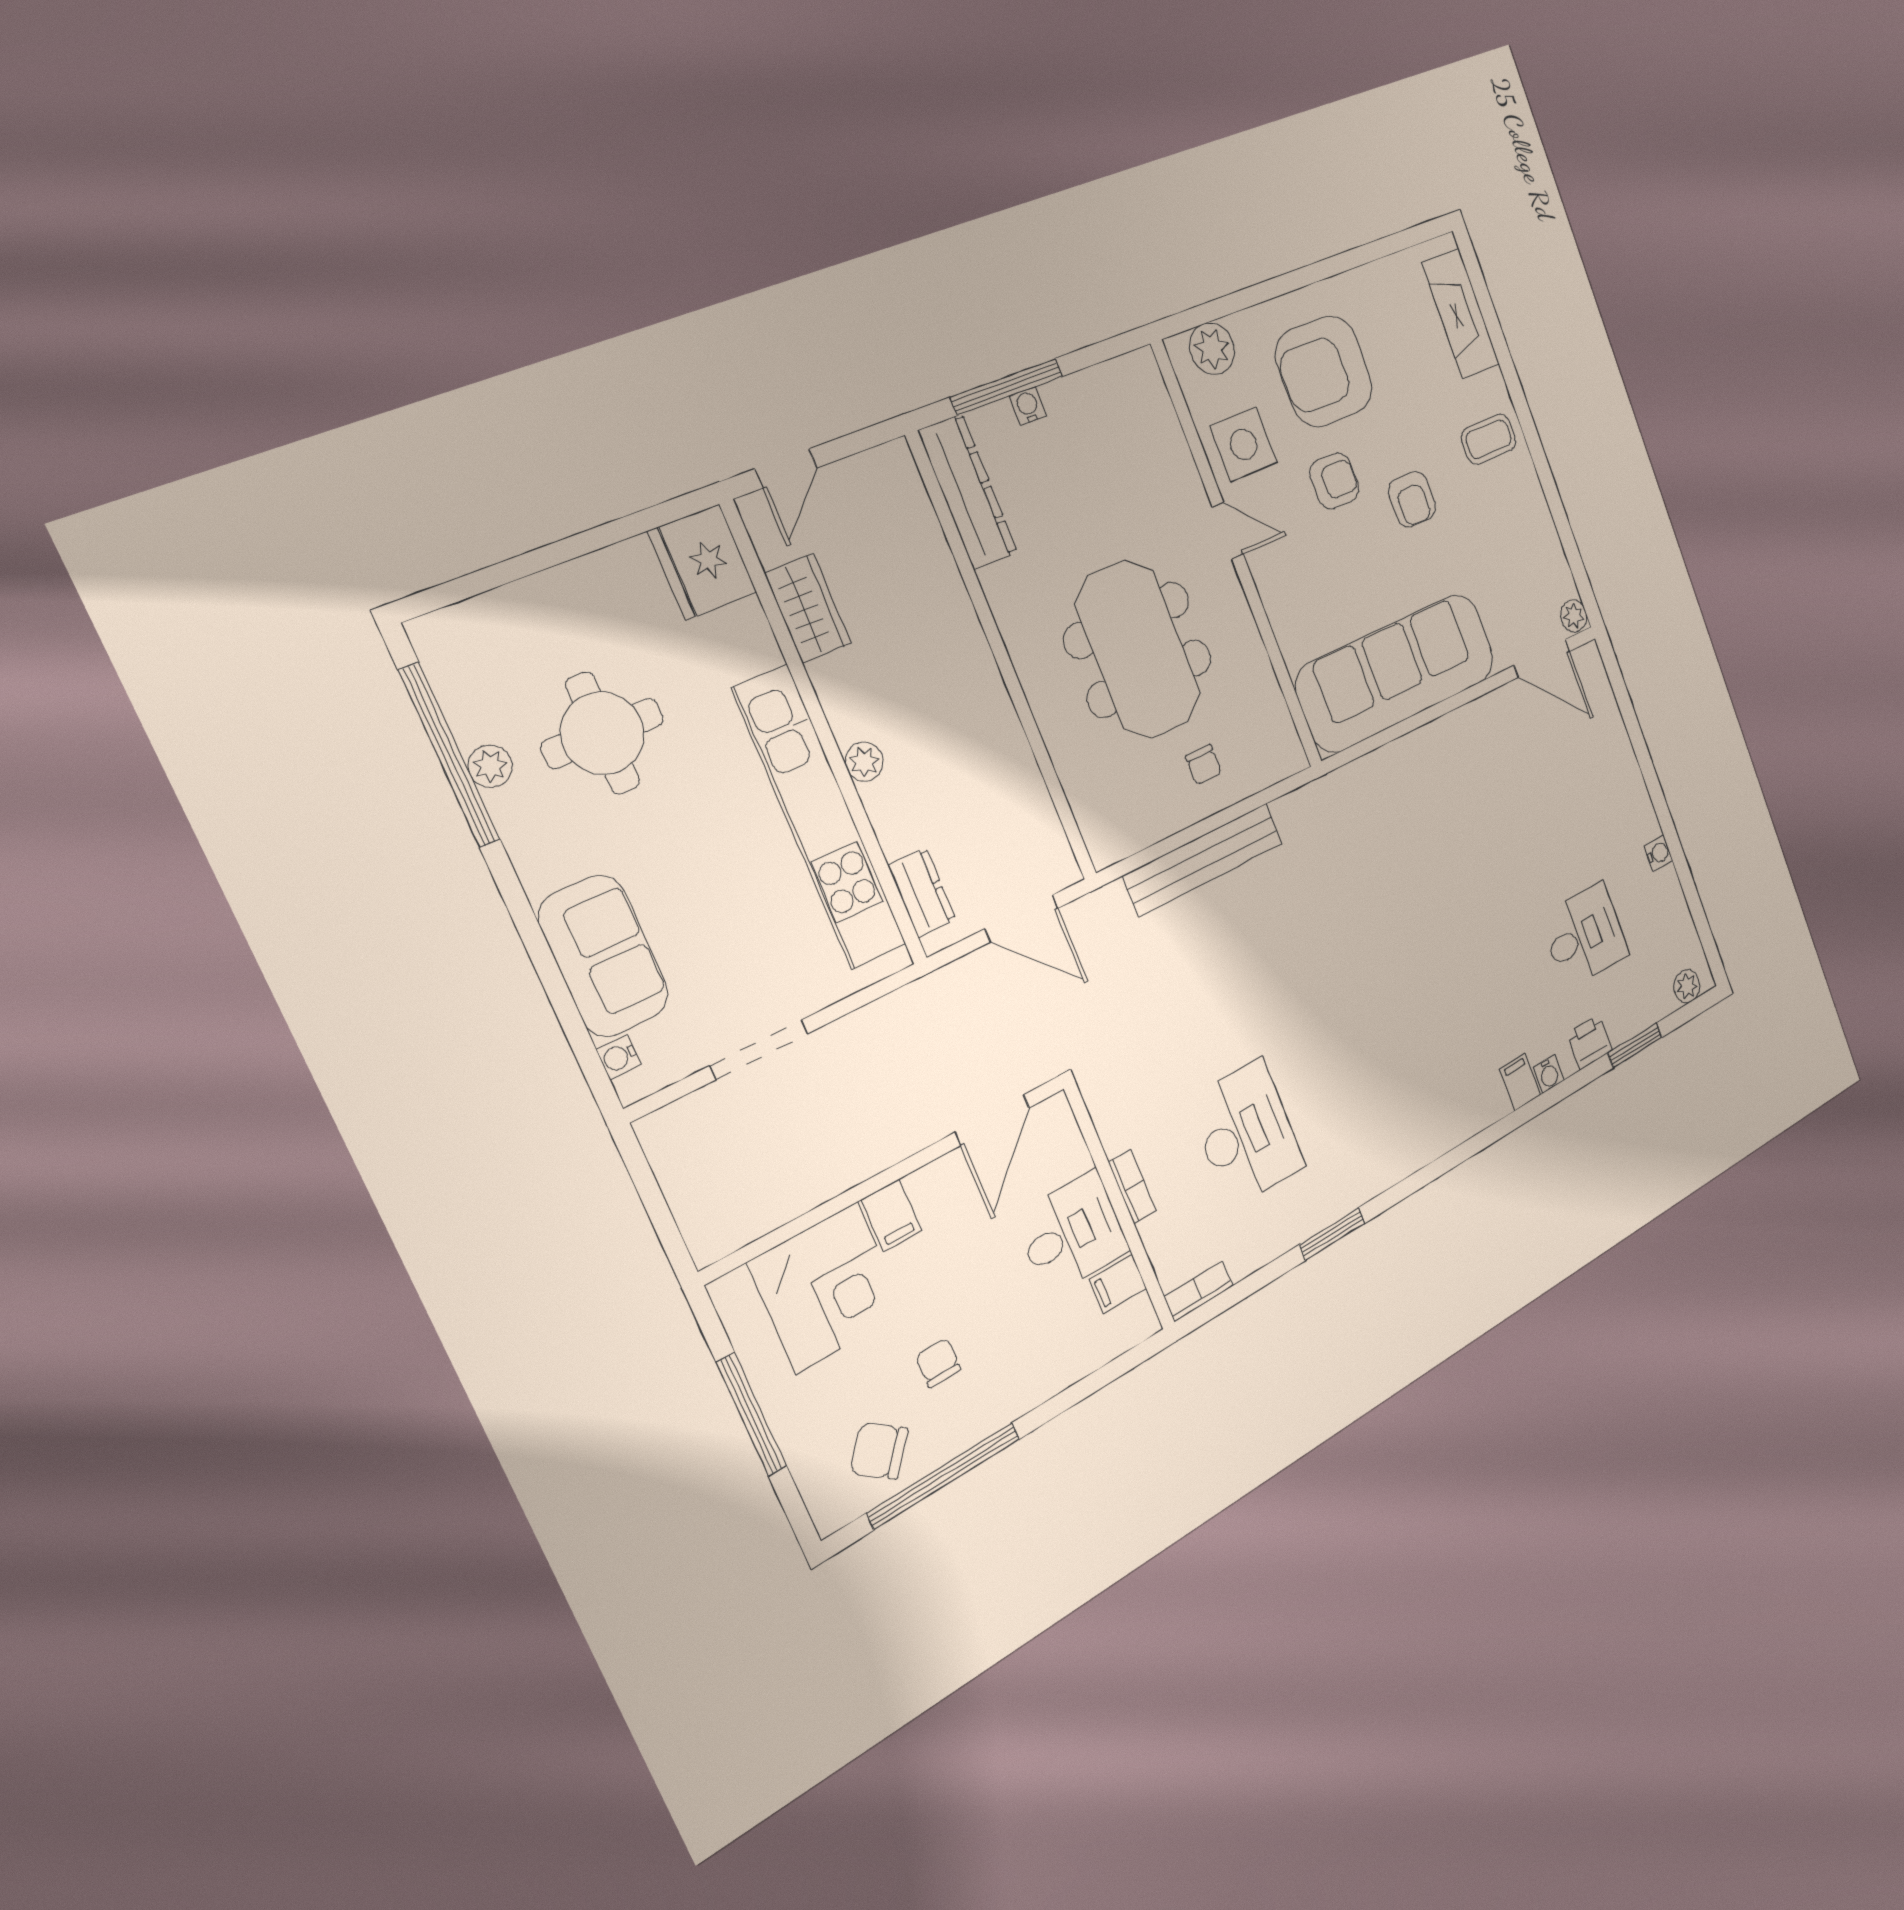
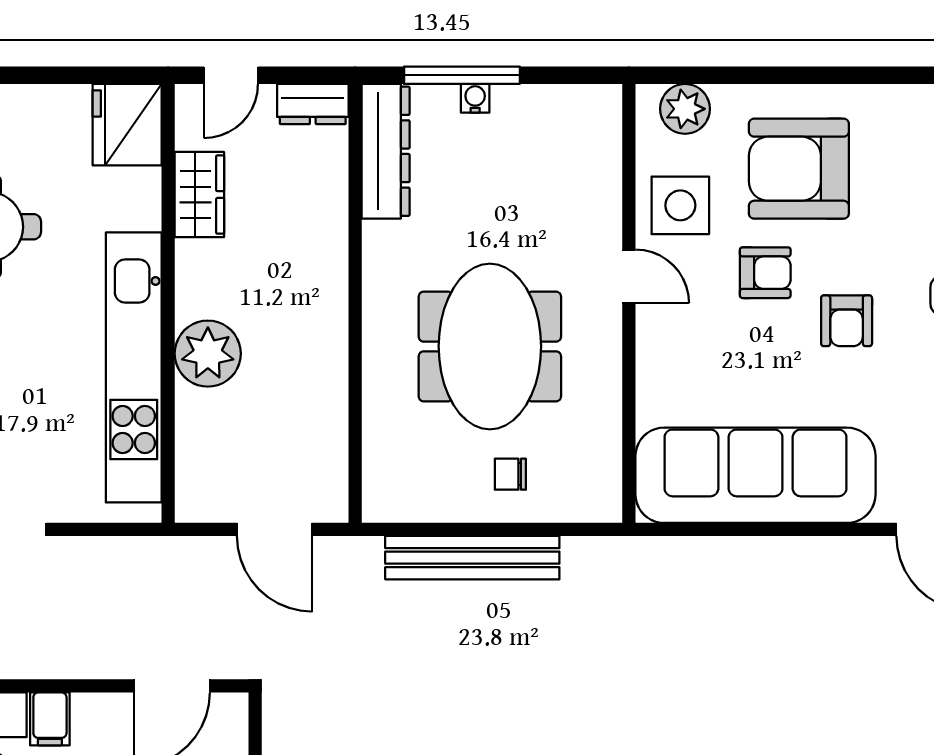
plant: (864, 762) -> (208, 354), width x1.88, depth x1.88
chair: (1204, 765) -> (510, 474), turned 90
dresser: (922, 893) -> (313, 104), moved, turned 90

